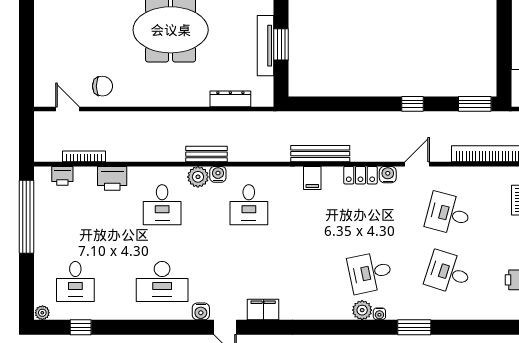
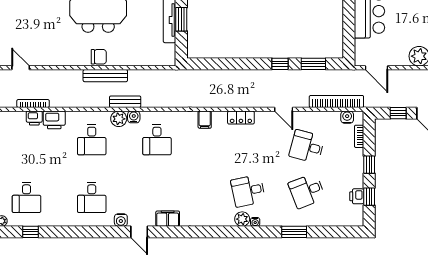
chair: (102, 86) -> (99, 57), moved
dresser: (230, 99) -> (143, 60), removed
window: (475, 104) -> (313, 64), moved
bench: (320, 154) -> (105, 76), moved
door: (417, 164) -> (284, 109), swing flipped
water cooler: (388, 175) -> (347, 117), moved
printer: (62, 176) -> (34, 118), moved
desk: (448, 273) -> (307, 191), turned -39
desk: (162, 281) -> (92, 198), width x0.73
window: (414, 327) -> (294, 232), moved

